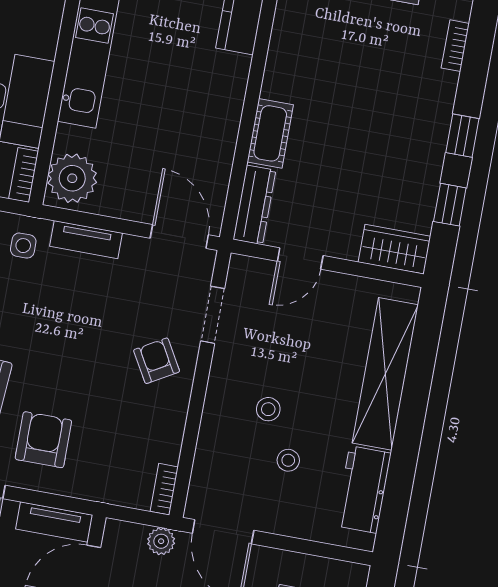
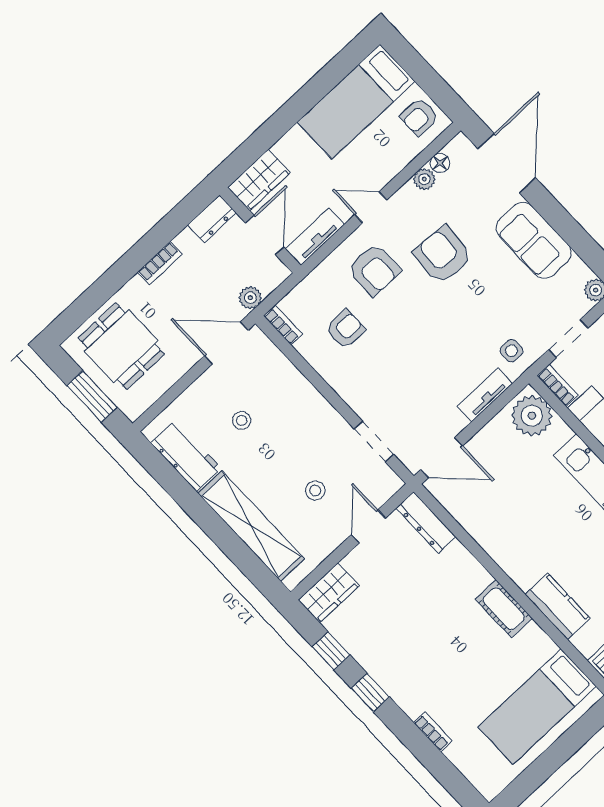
cot: (270, 133) -> (504, 609), moved
armchair: (157, 361) -> (345, 329), moved, turned -60
stool: (268, 409) -> (315, 490), moved

